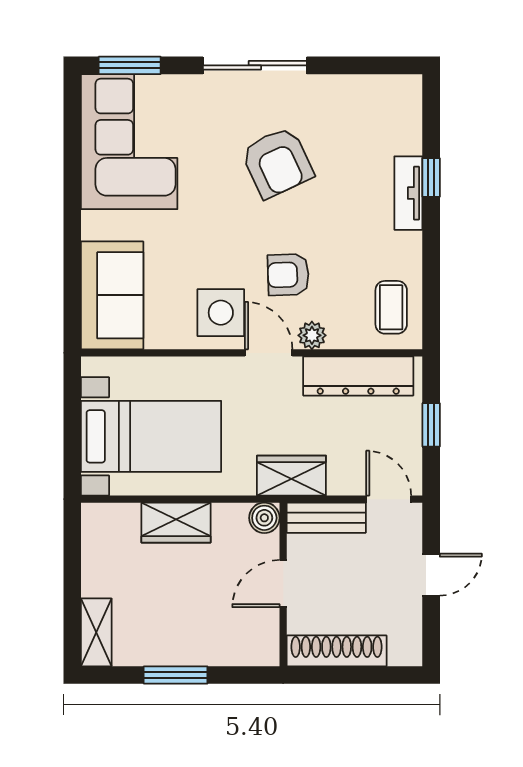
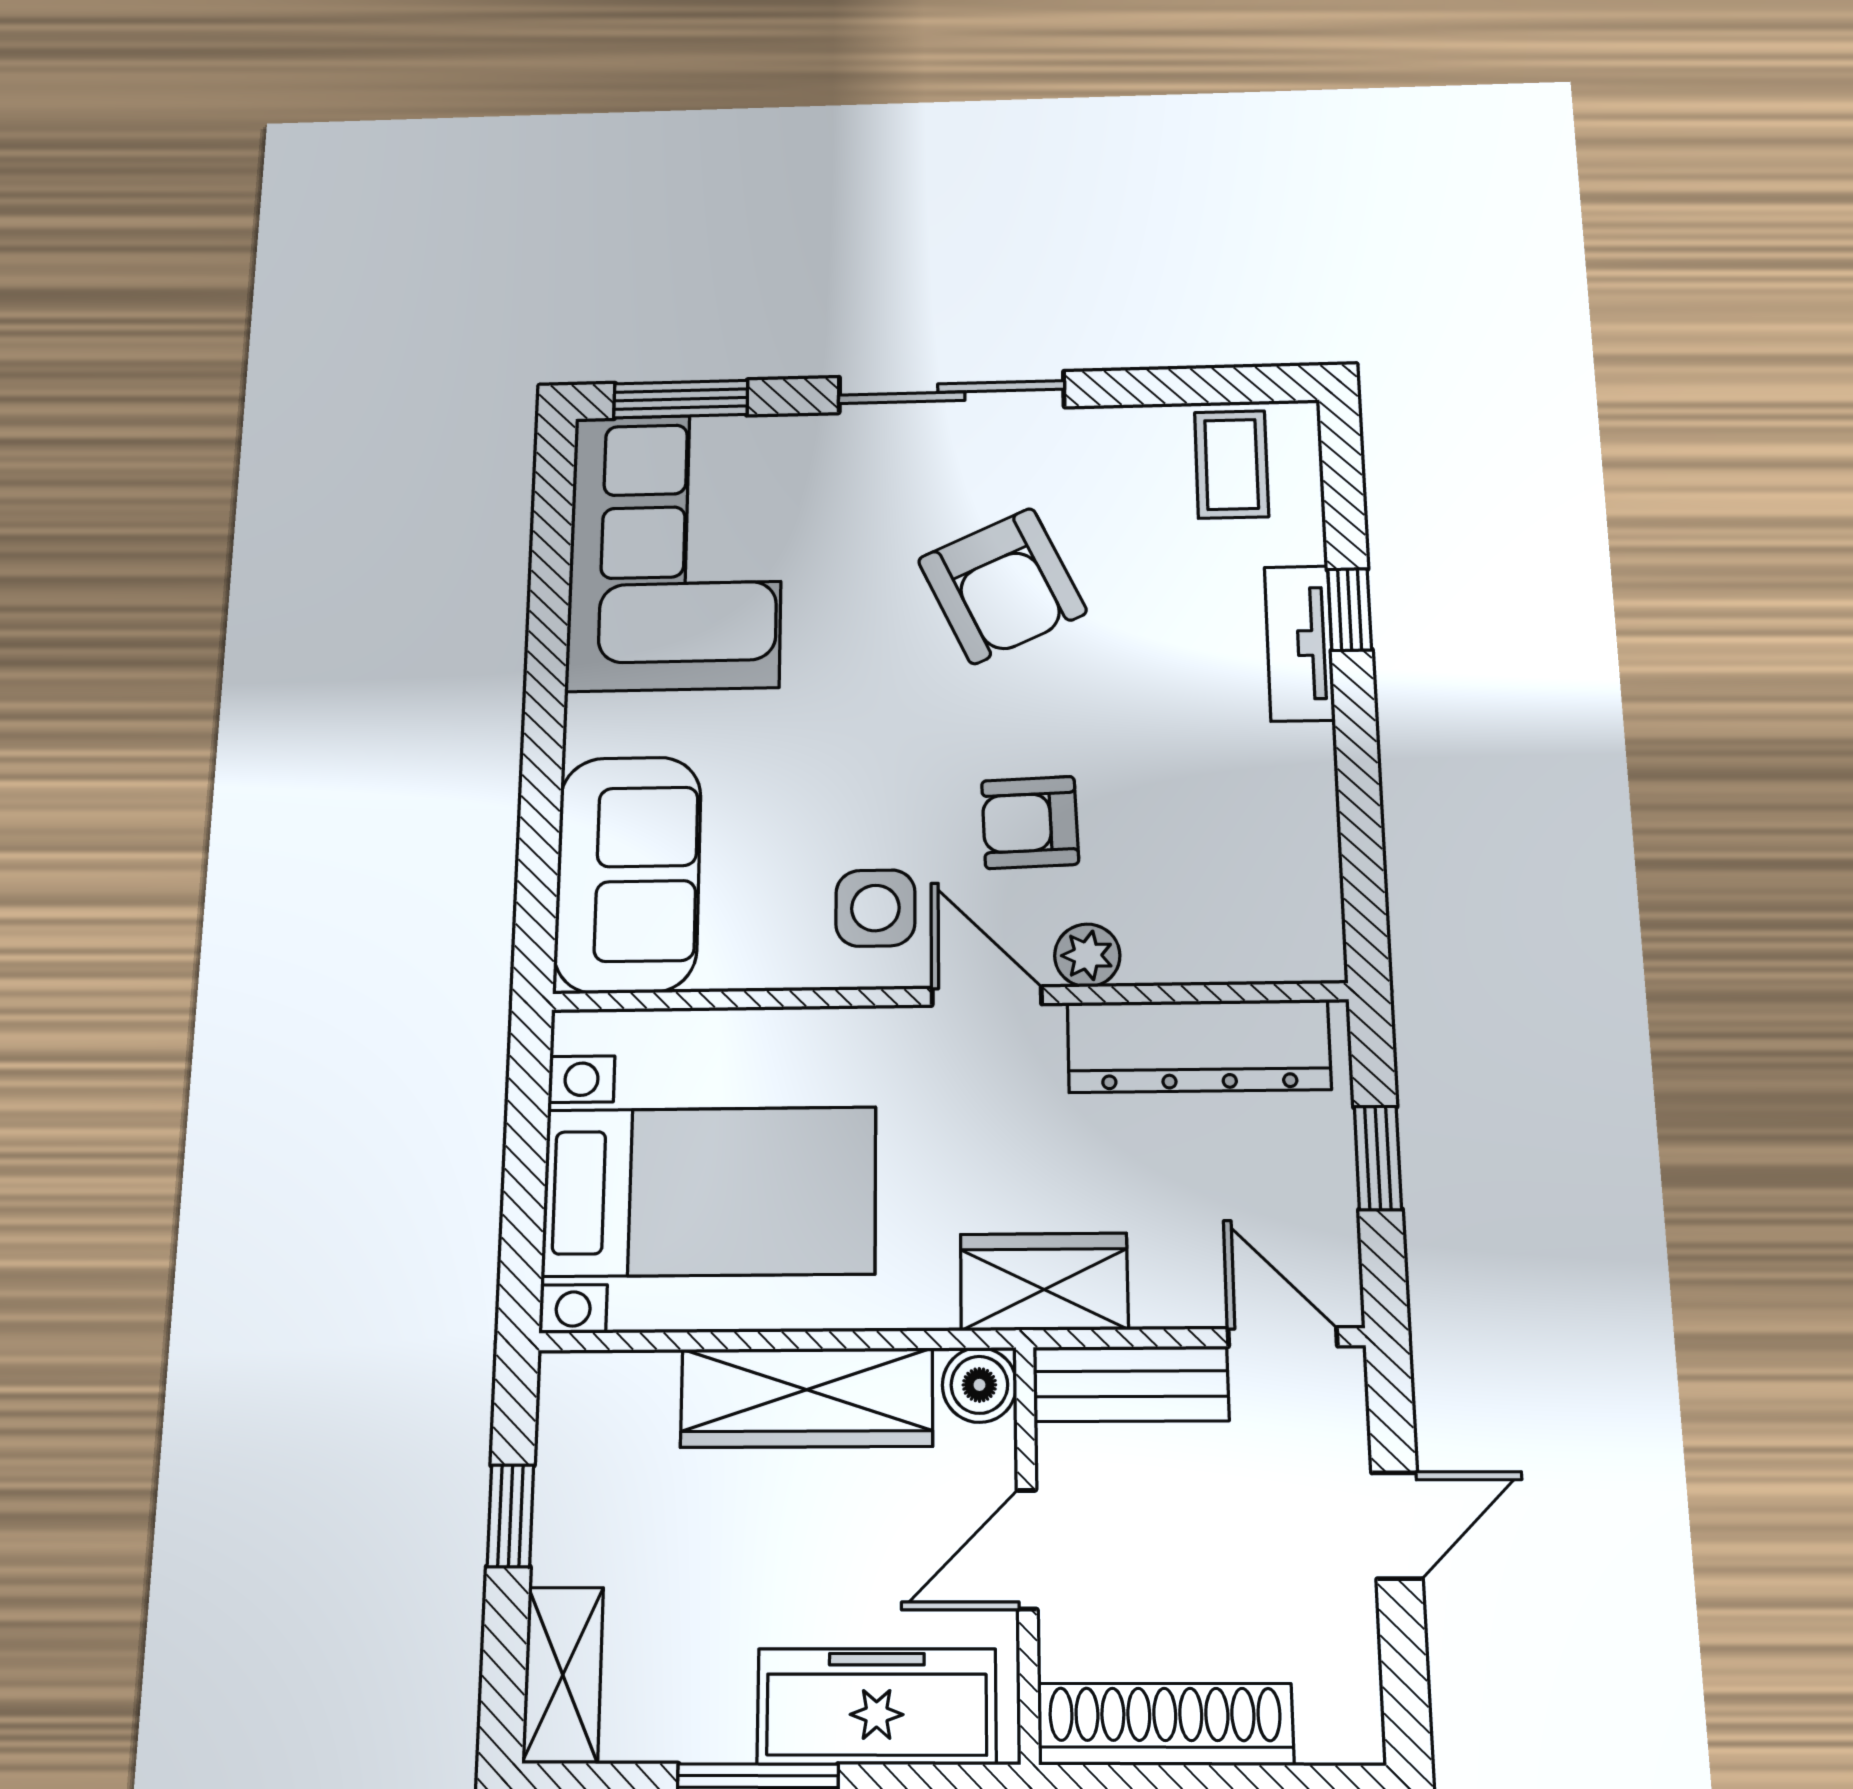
coffee table: (391, 307) -> (1231, 464), moved
side table: (221, 313) -> (875, 908), width x0.73, depth x0.73
wardrobe: (176, 523) -> (807, 1398), width x1.50
window: (72, 570) -> (510, 1516), added
freezer: (223, 644) -> (877, 1706), added

